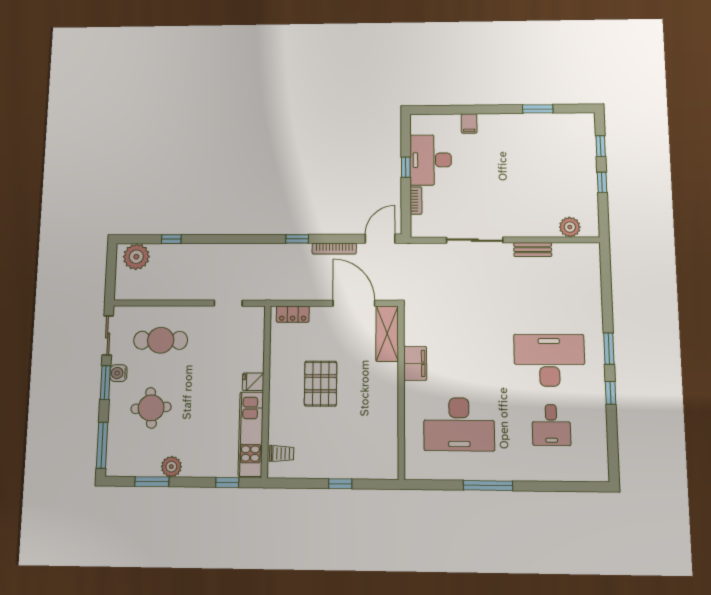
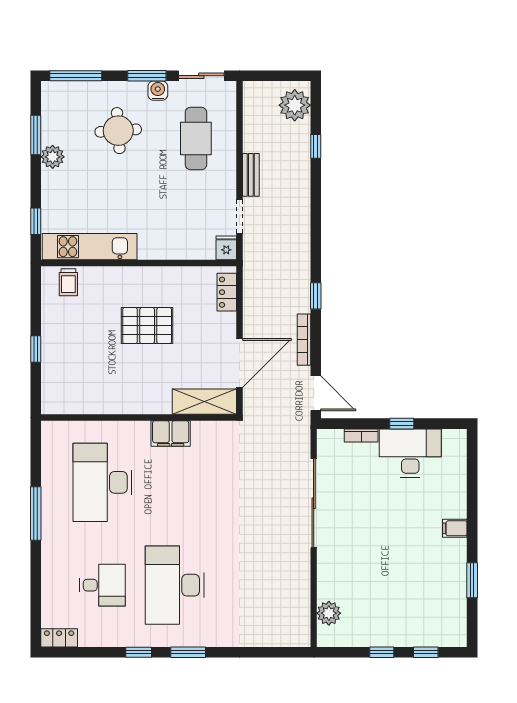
filing cabinet: (469, 124) -> (455, 528), moved
sliding door: (475, 240) -> (314, 503), width x1.36
bench: (533, 250) -> (251, 175), moved
desk: (549, 360) -> (175, 585), turned 180
fridge: (253, 382) -> (226, 248), moved
desk: (551, 425) -> (102, 585), turned 180
locker: (600, 465) -> (59, 638), added

